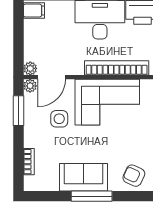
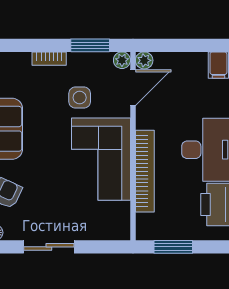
door: (52, 77) -> (133, 88), swing flipped
bookcase: (29, 162) -> (49, 59), moved

